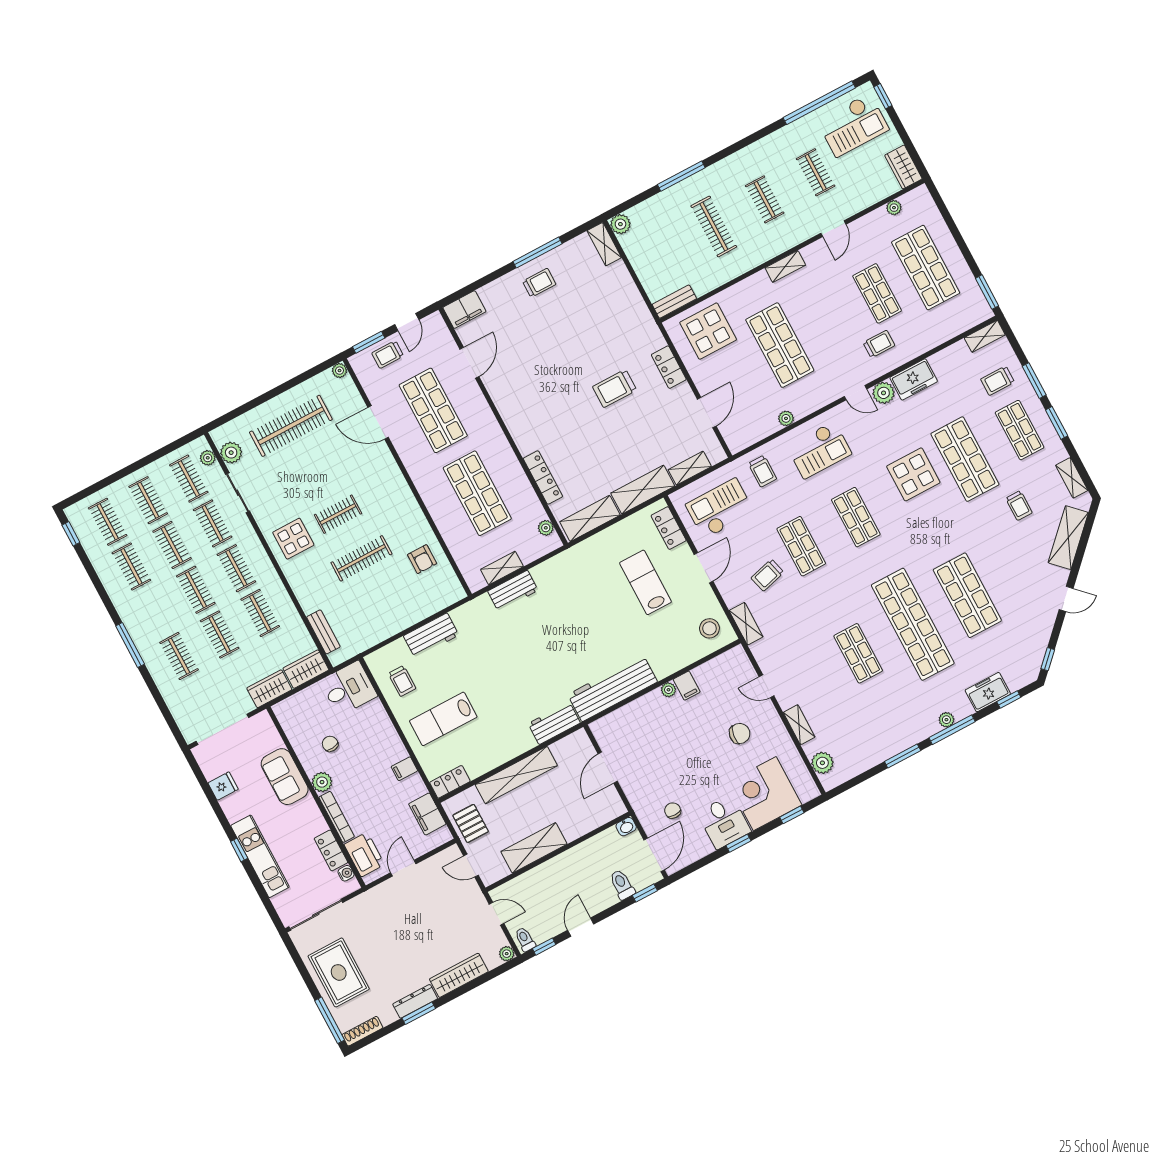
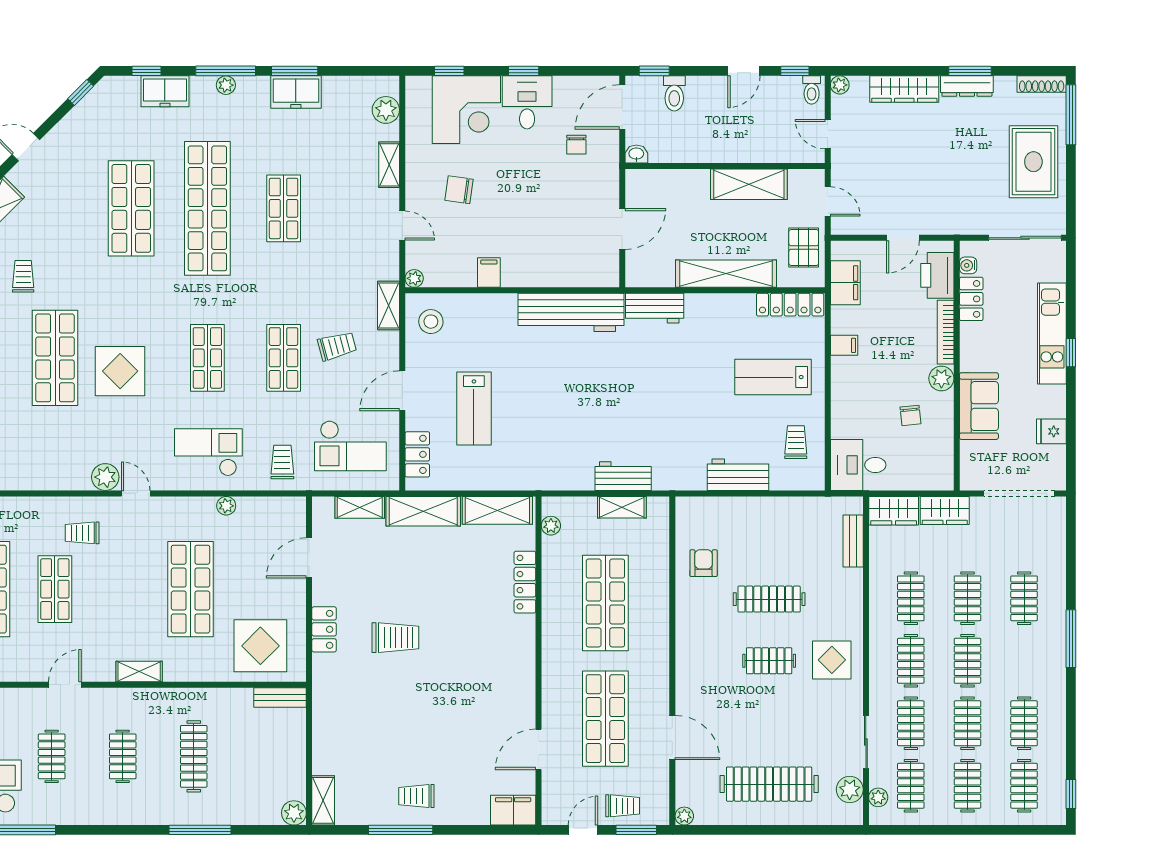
freezer: (914, 379) -> (296, 92), moved, turned 180
plant: (668, 690) -> (414, 278), moved
lab bench: (443, 719) -> (773, 377), turned 180
locker: (450, 782) -> (790, 305), width x1.53

